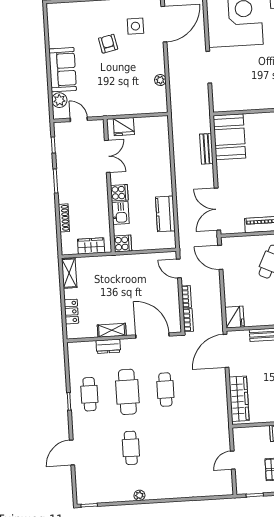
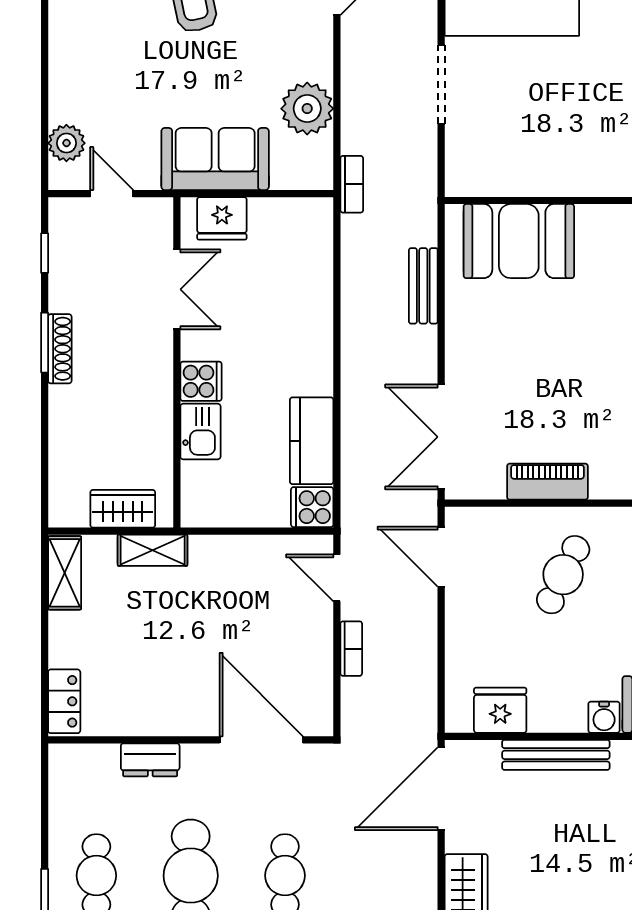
sofa: (63, 70) -> (215, 159), moved, turned -90
plant: (160, 80) -> (307, 109), width x1.87, depth x1.87
booth: (229, 137) -> (519, 241), moved, turned 90
shoe rack: (64, 218) -> (60, 349), moved
cooker: (123, 243) -> (312, 507), moved, turned 180
locker: (71, 312) -> (64, 701), moved
fridge: (235, 317) -> (500, 710), moved, turned -90
bookcase: (188, 320) -> (352, 184), moved
shelving: (112, 330) -> (153, 550), moved

